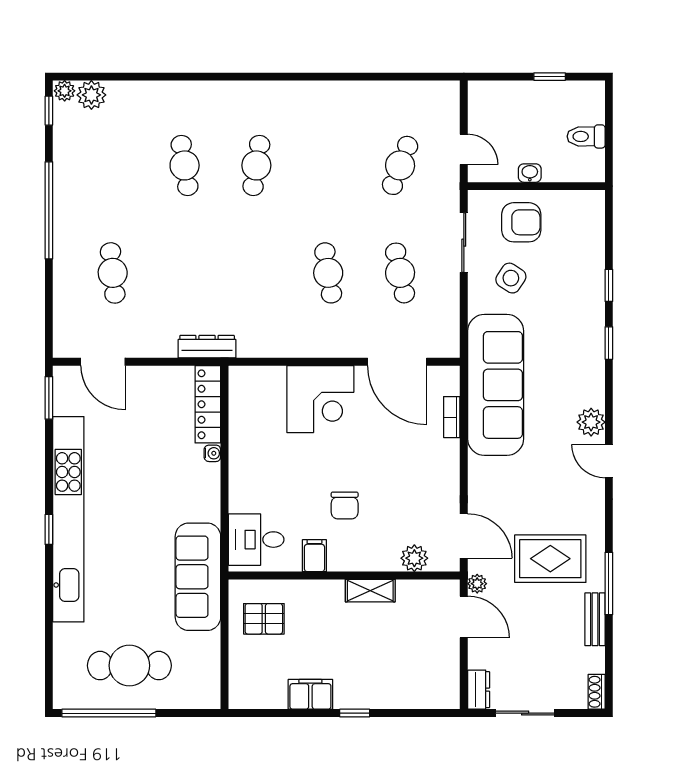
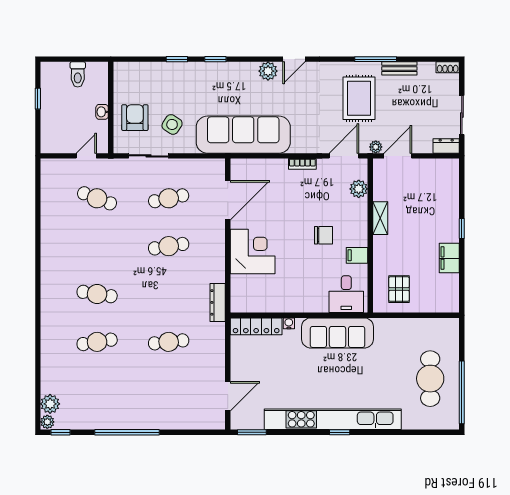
cafe table: (113, 273) -> (169, 342), moved
dresser: (207, 347) -> (218, 302), moved
bookcase: (452, 417) -> (302, 164), moved
sofa: (198, 577) -> (338, 333), moved

